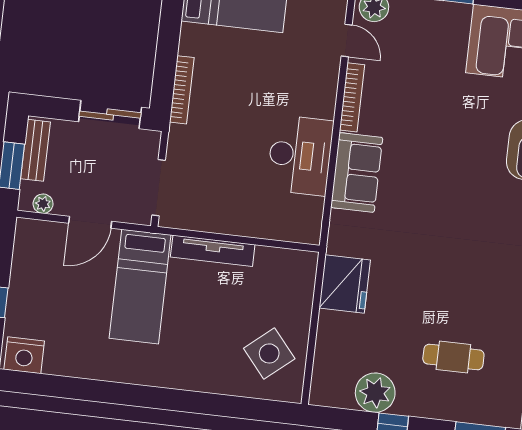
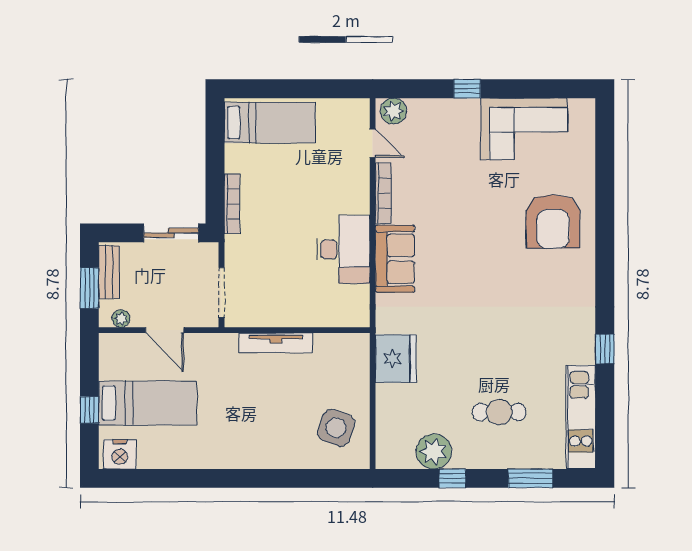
door: (90, 222) -> (164, 330), hinge flipped
bed: (140, 287) -> (148, 403), moved, turned -90
side table: (269, 353) -> (336, 428), turned -31

